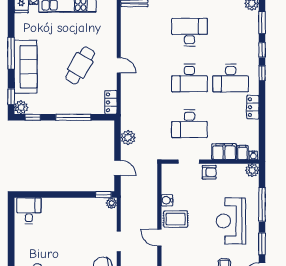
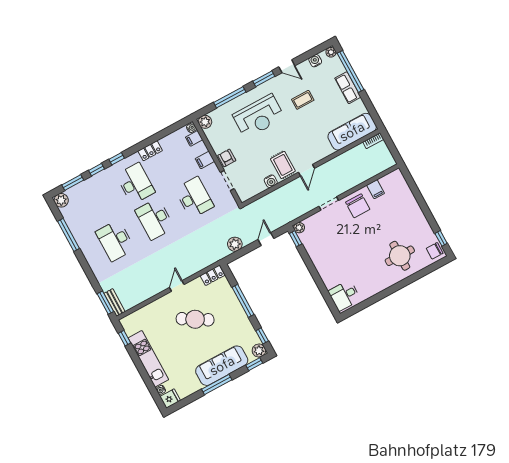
desk: (189, 78) -> (155, 219), turned 180
filing cabinet: (224, 152) -> (205, 160), width x0.50

